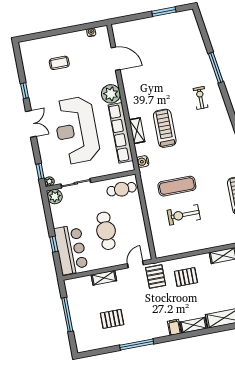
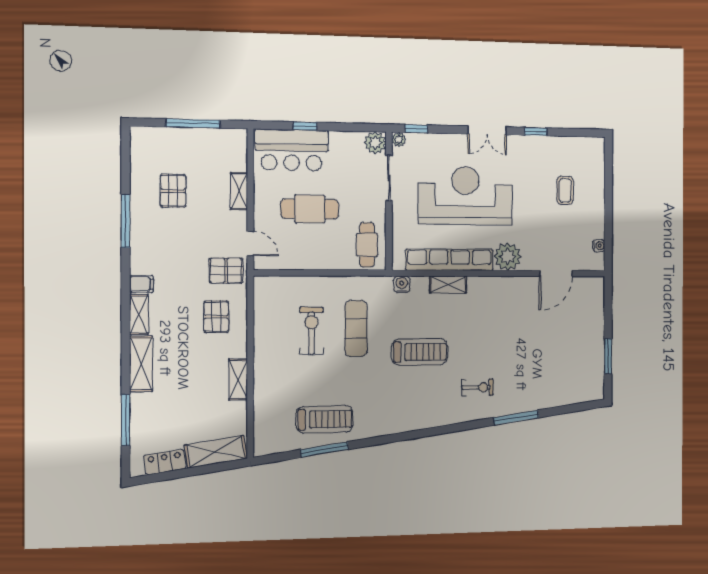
treadmill: (165, 128) -> (420, 352), moved

